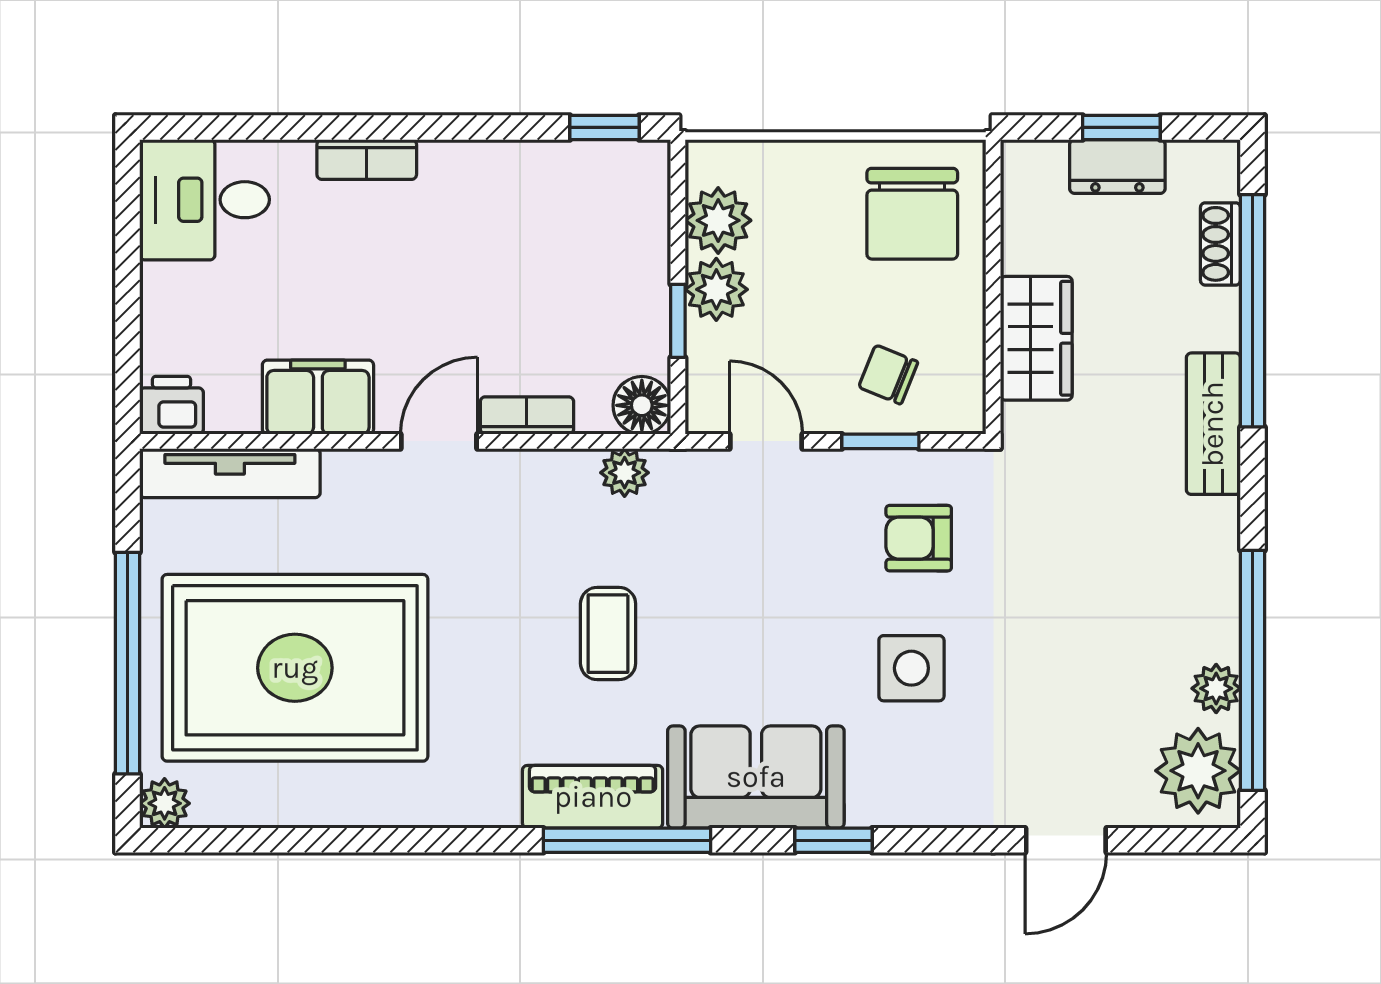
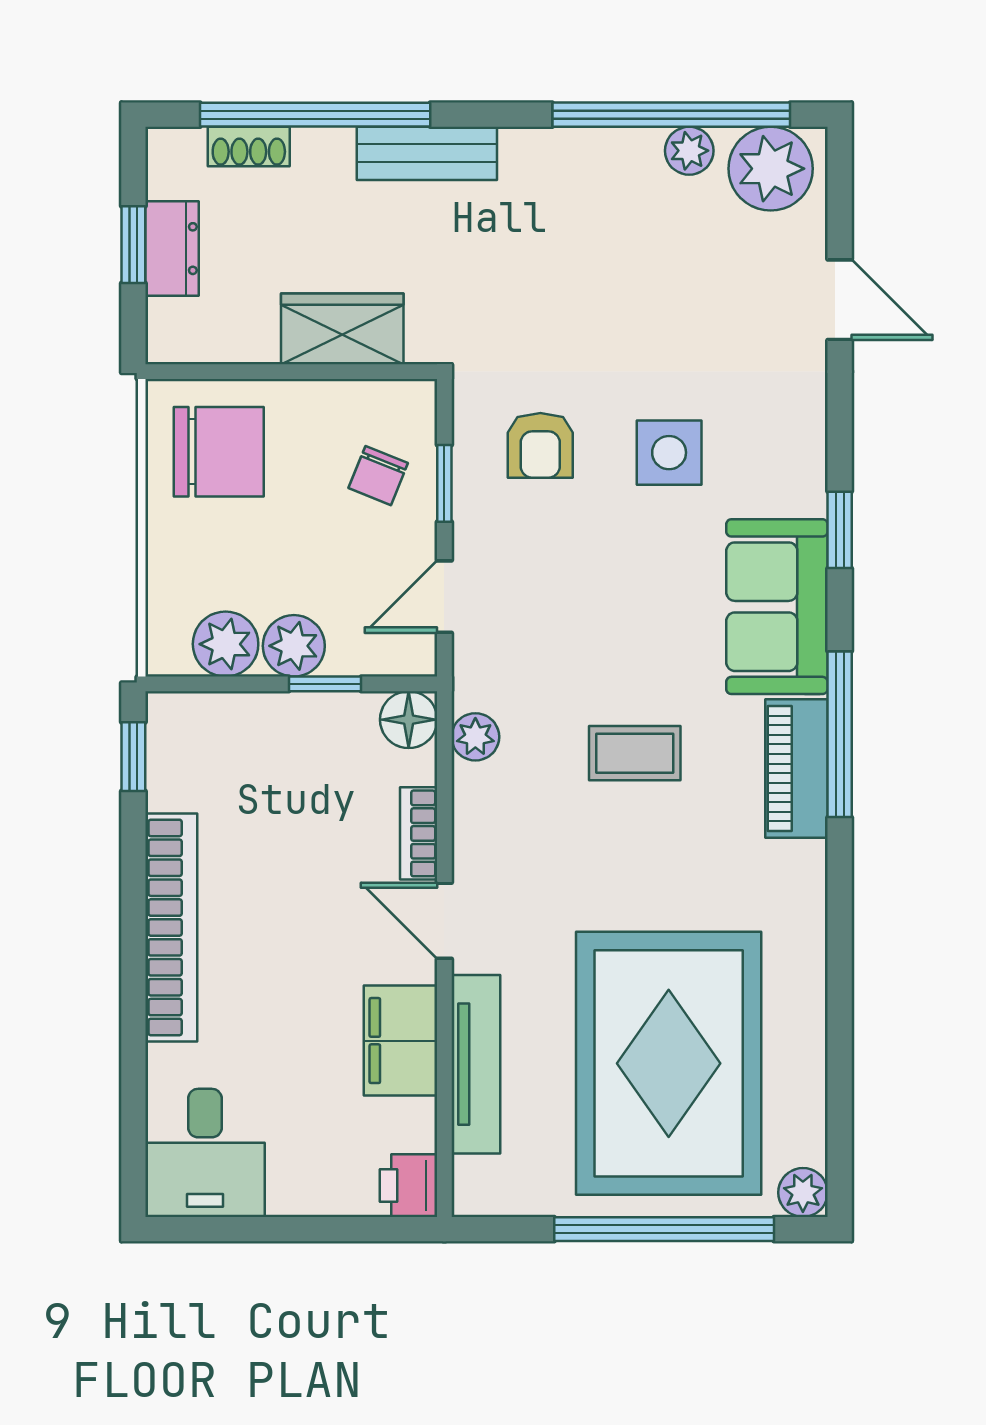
bookcase: (367, 159) -> (171, 927), width x2.31, depth x1.31
tv unit: (230, 473) -> (476, 1064), moved

